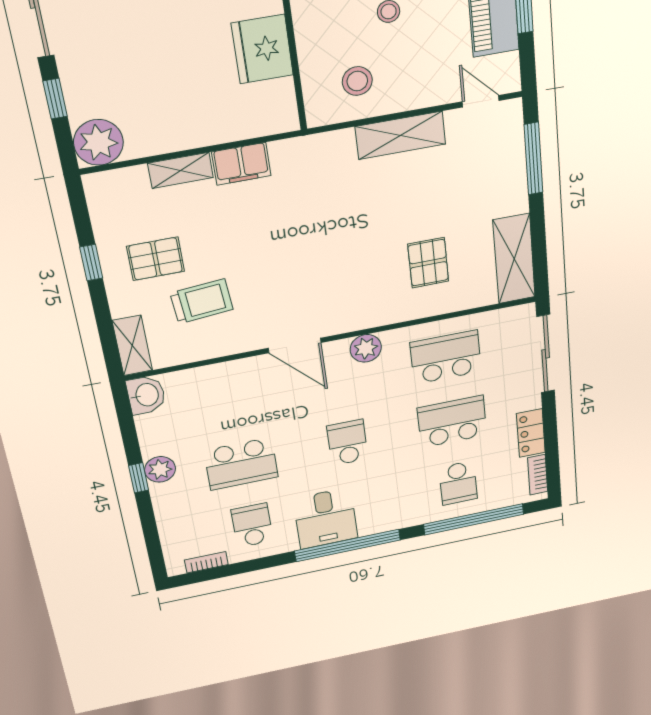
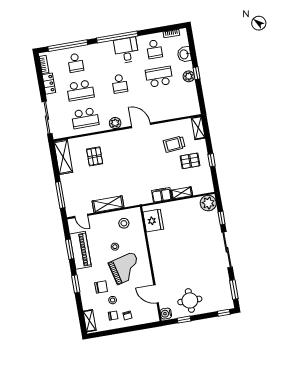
fridge: (262, 49) -> (153, 221), moved
washbasin: (146, 395) -> (184, 54), moved
school desk: (458, 483) -> (76, 63), turned 180

